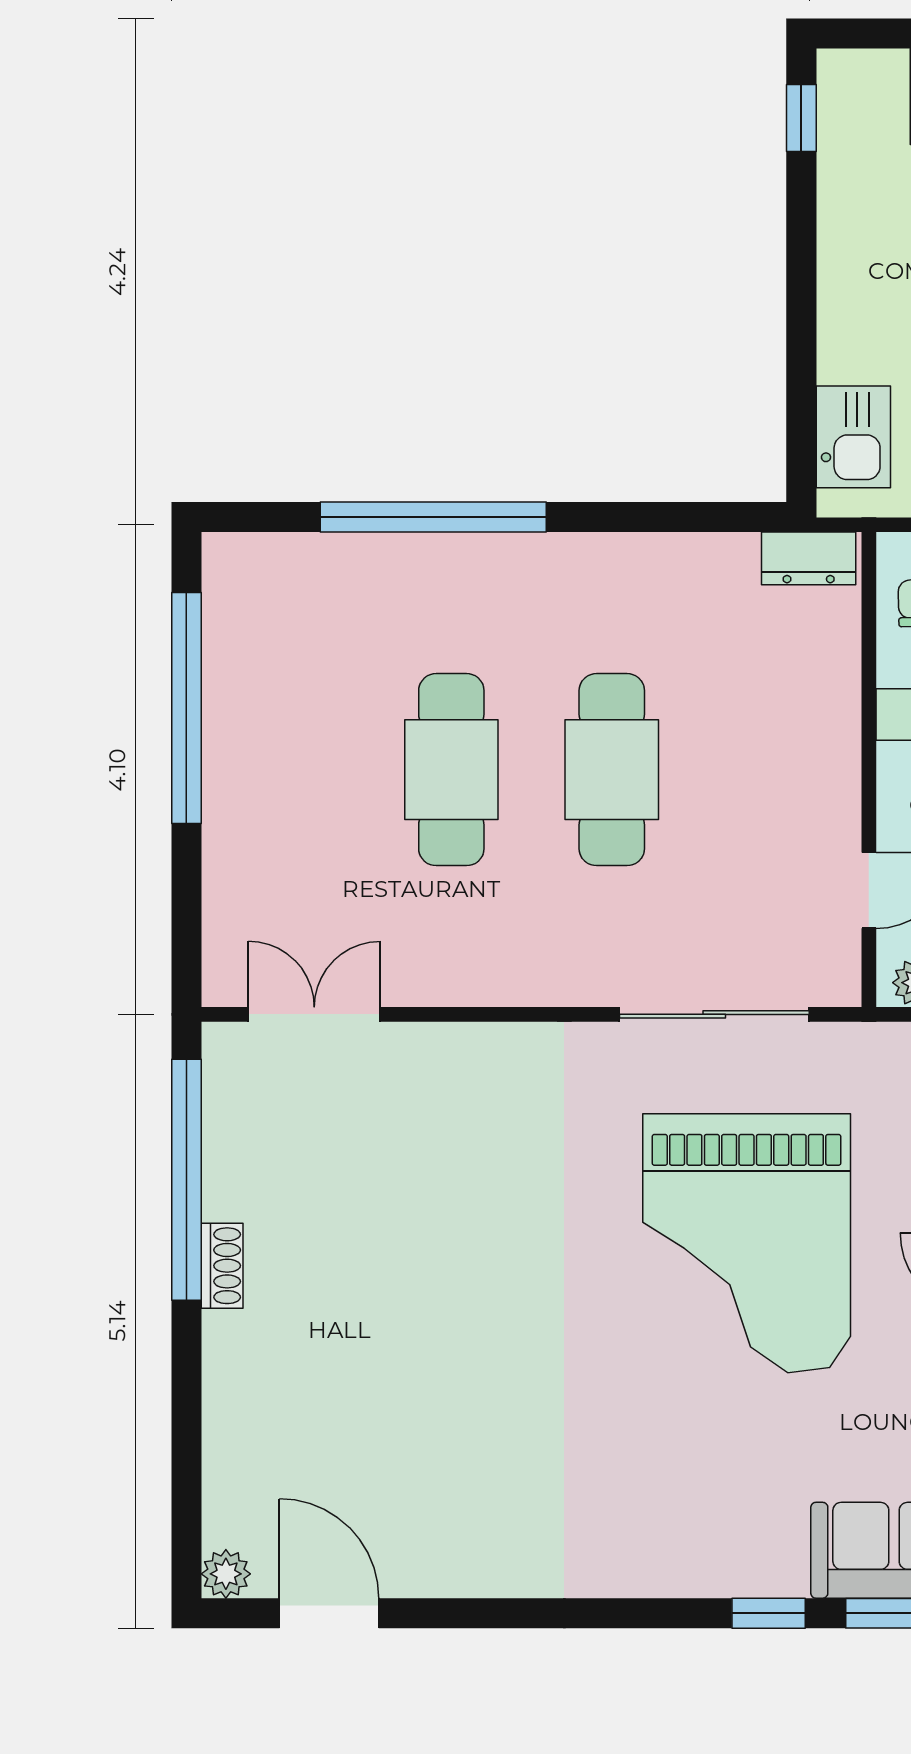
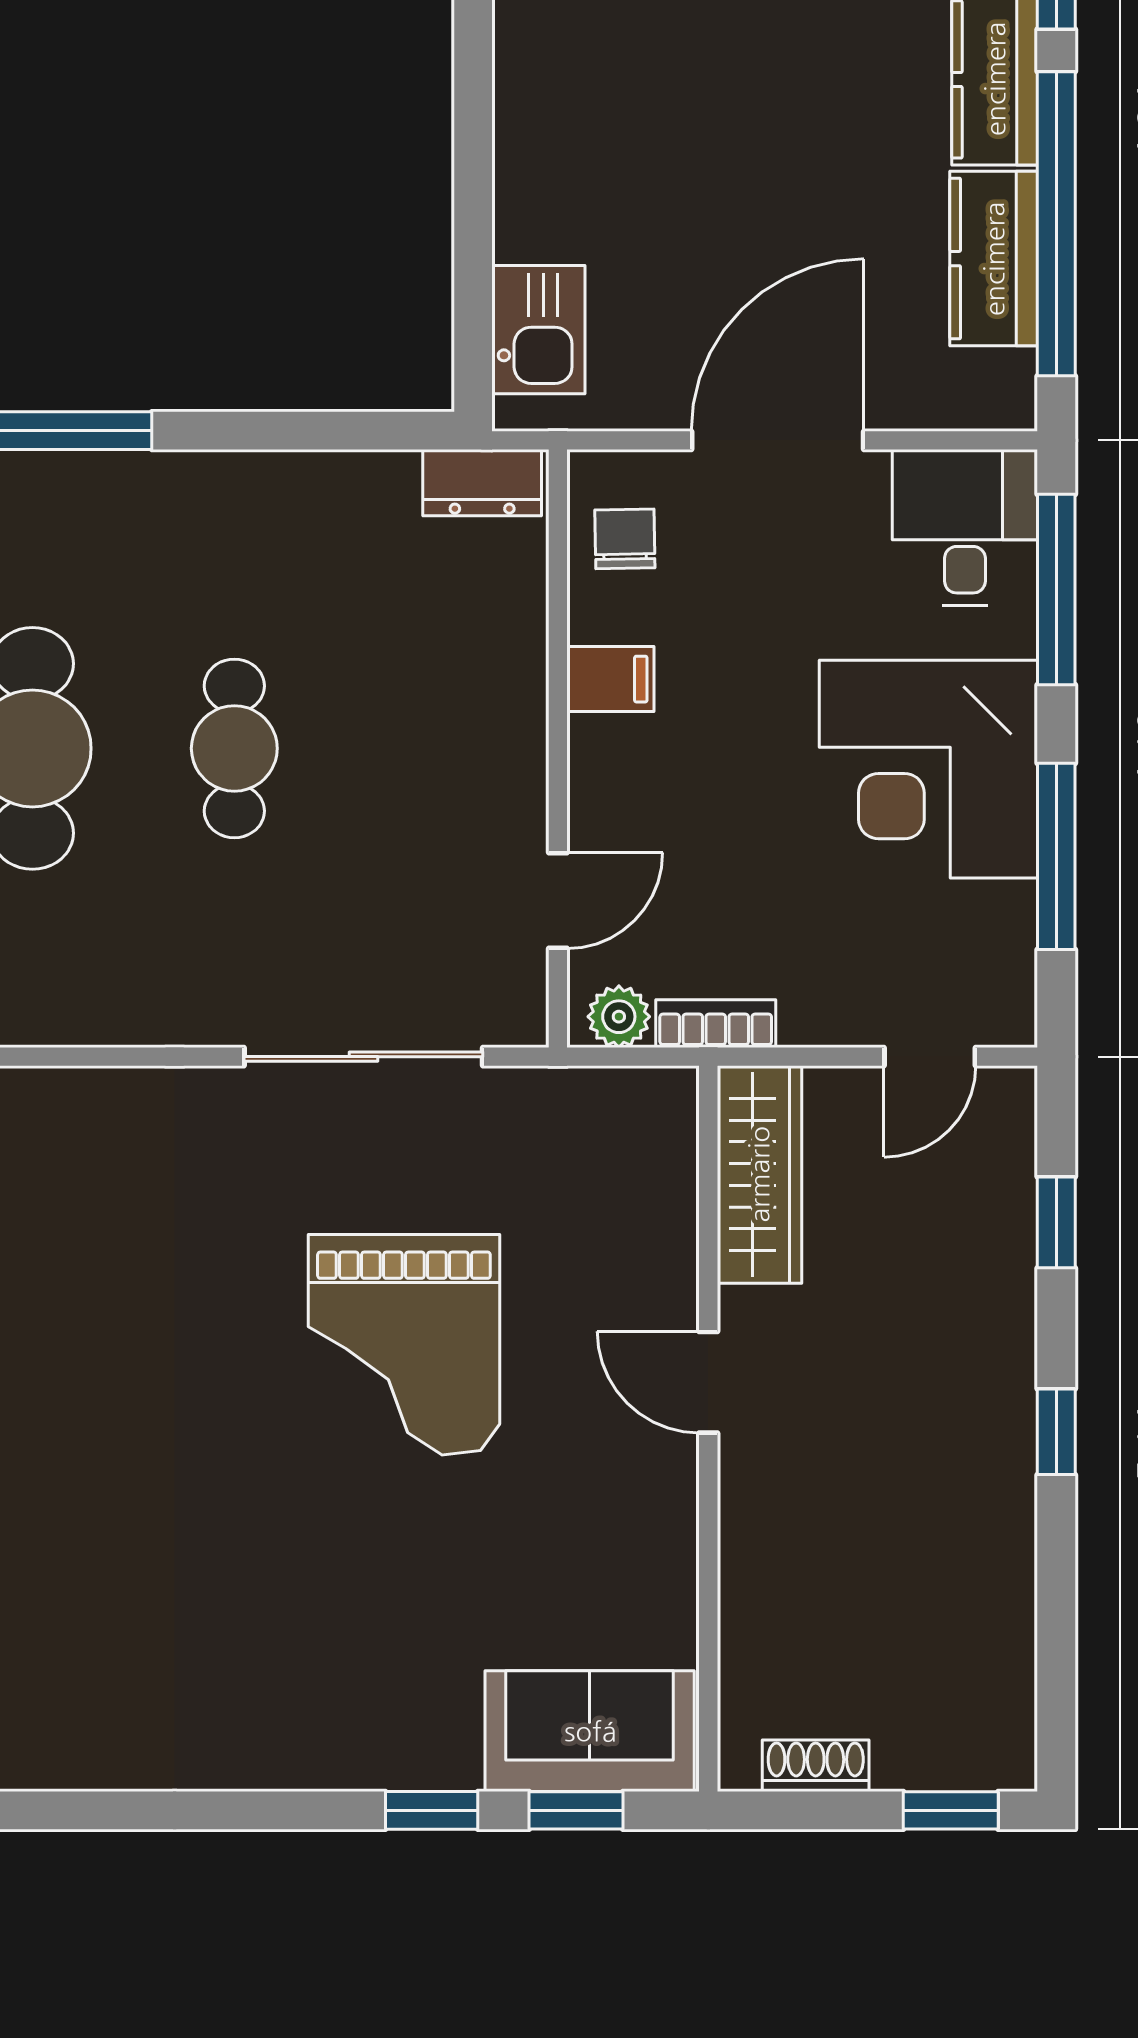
cafe table: (612, 770) -> (234, 748), width x0.73, depth x0.74
grand piano: (747, 1243) -> (404, 1345), width x0.73, depth x0.68

